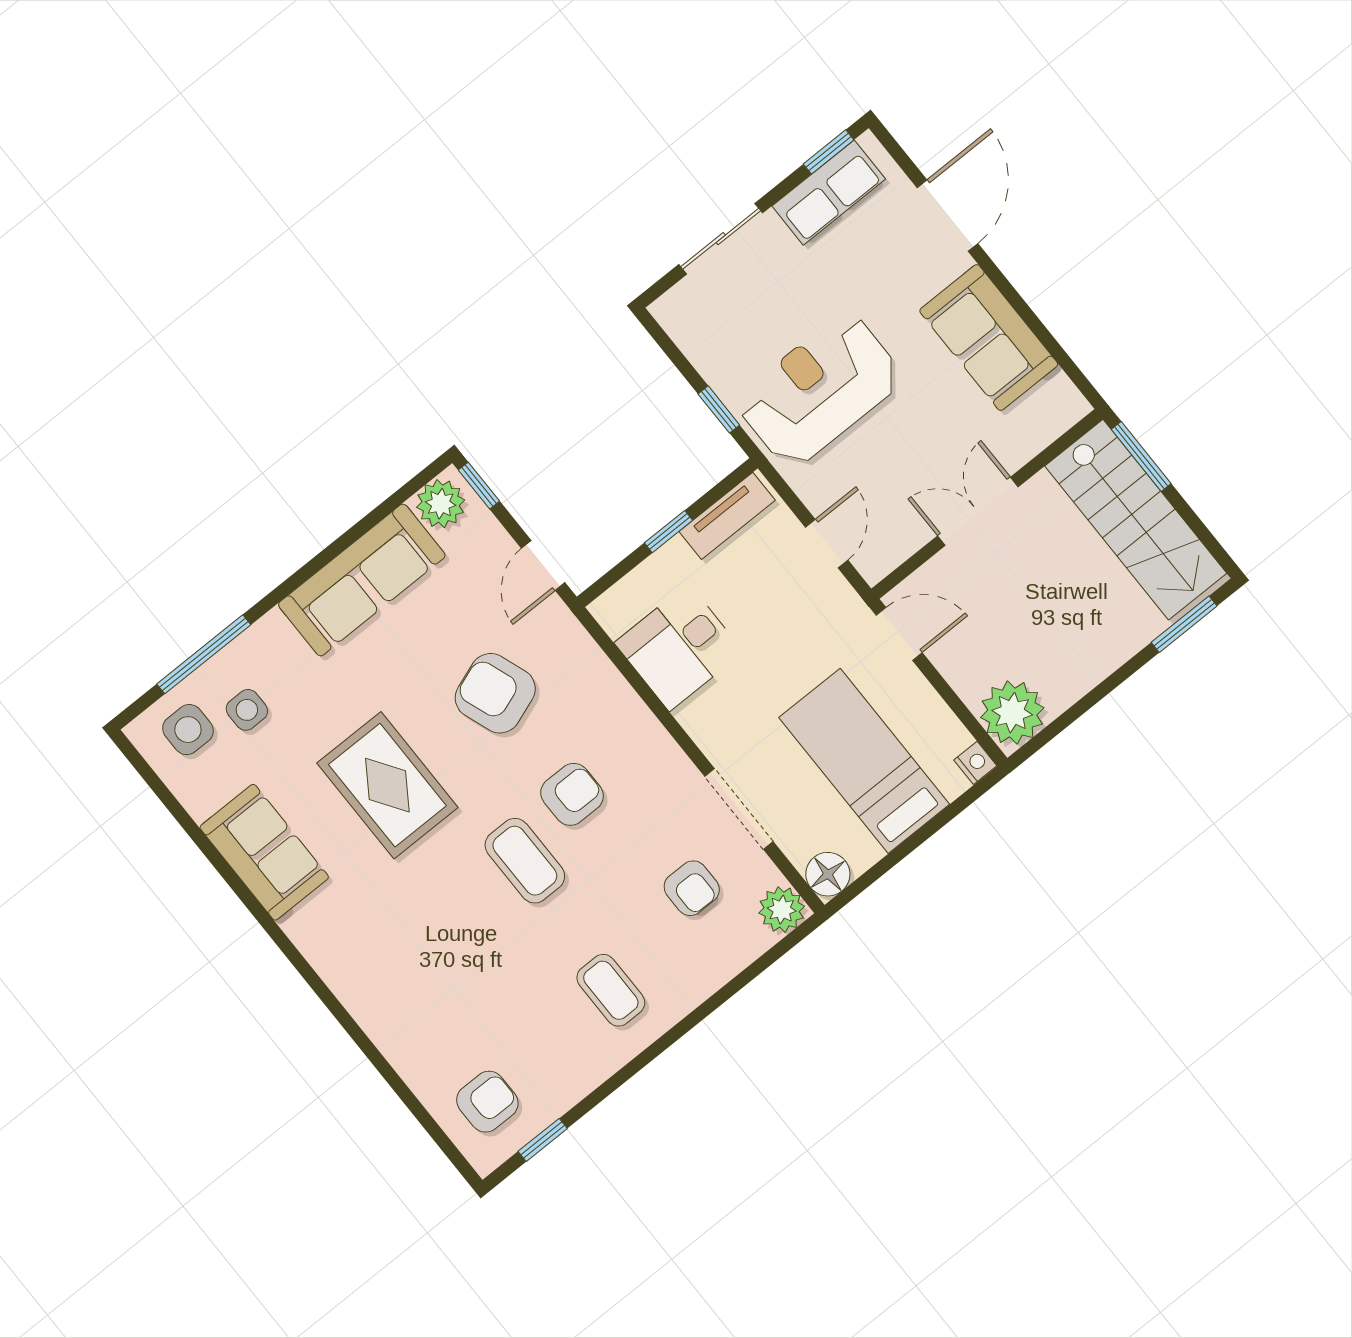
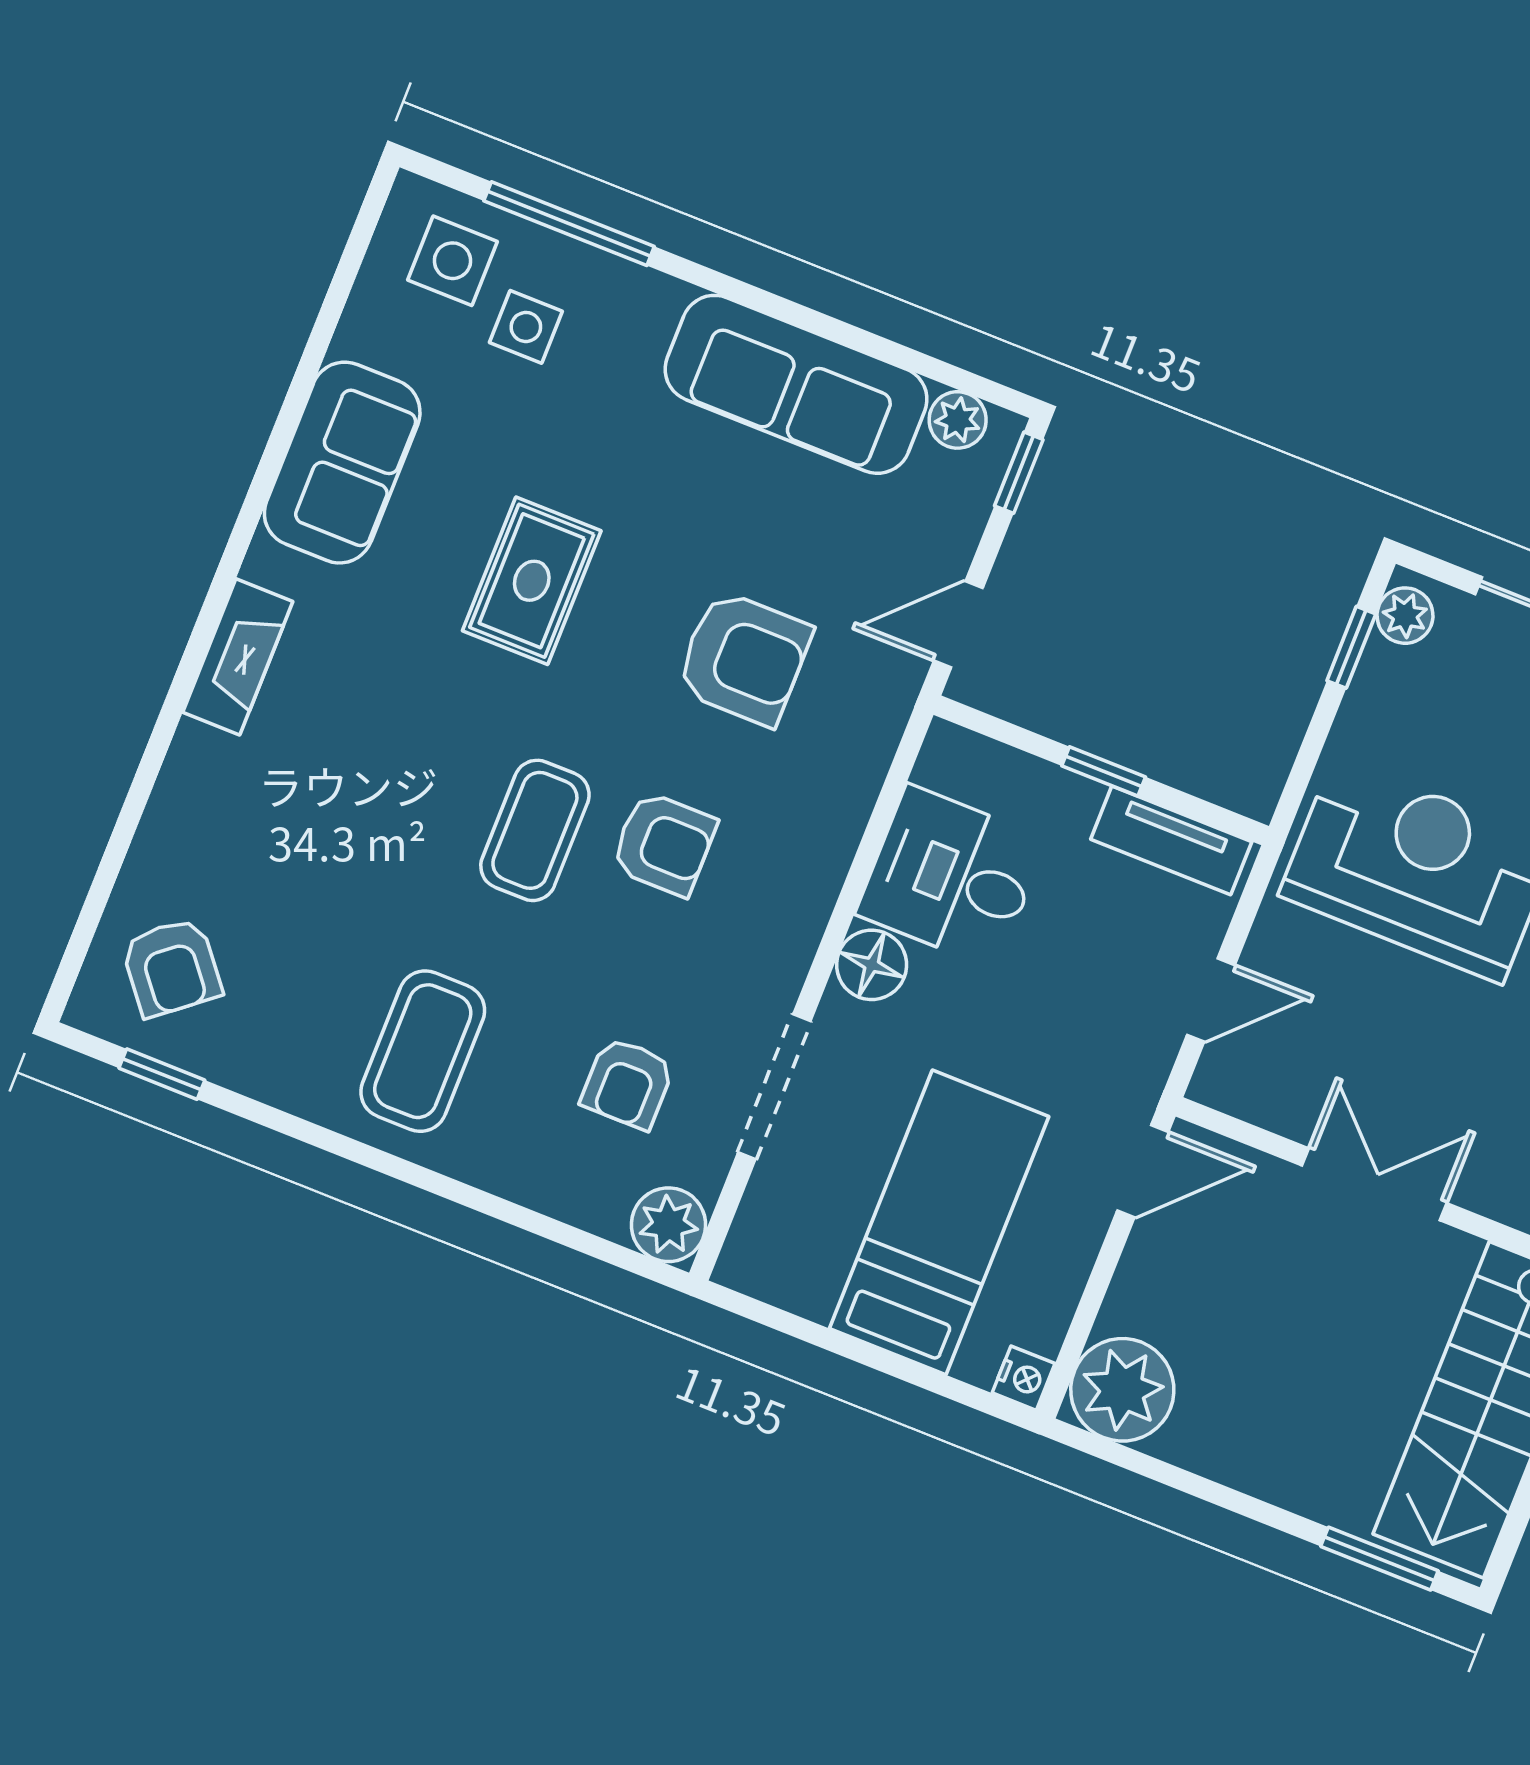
plant: (677, 319) -> (1405, 616), added
window: (719, 409) -> (1351, 647), moved
plant: (441, 504) -> (958, 420), width x0.73, depth x0.73
door: (899, 634) -> (1143, 1171), hinge flipped
armchair: (495, 693) -> (744, 658), turned 110
rug: (387, 785) -> (532, 581), width x0.73, depth x0.70
floor lamp: (828, 874) -> (872, 965), moved
fireplace: (338, 969) -> (238, 657), added
coffee table: (611, 990) -> (423, 1051), width x1.36, depth x1.30
armchair: (487, 1102) -> (171, 967), turned 51

